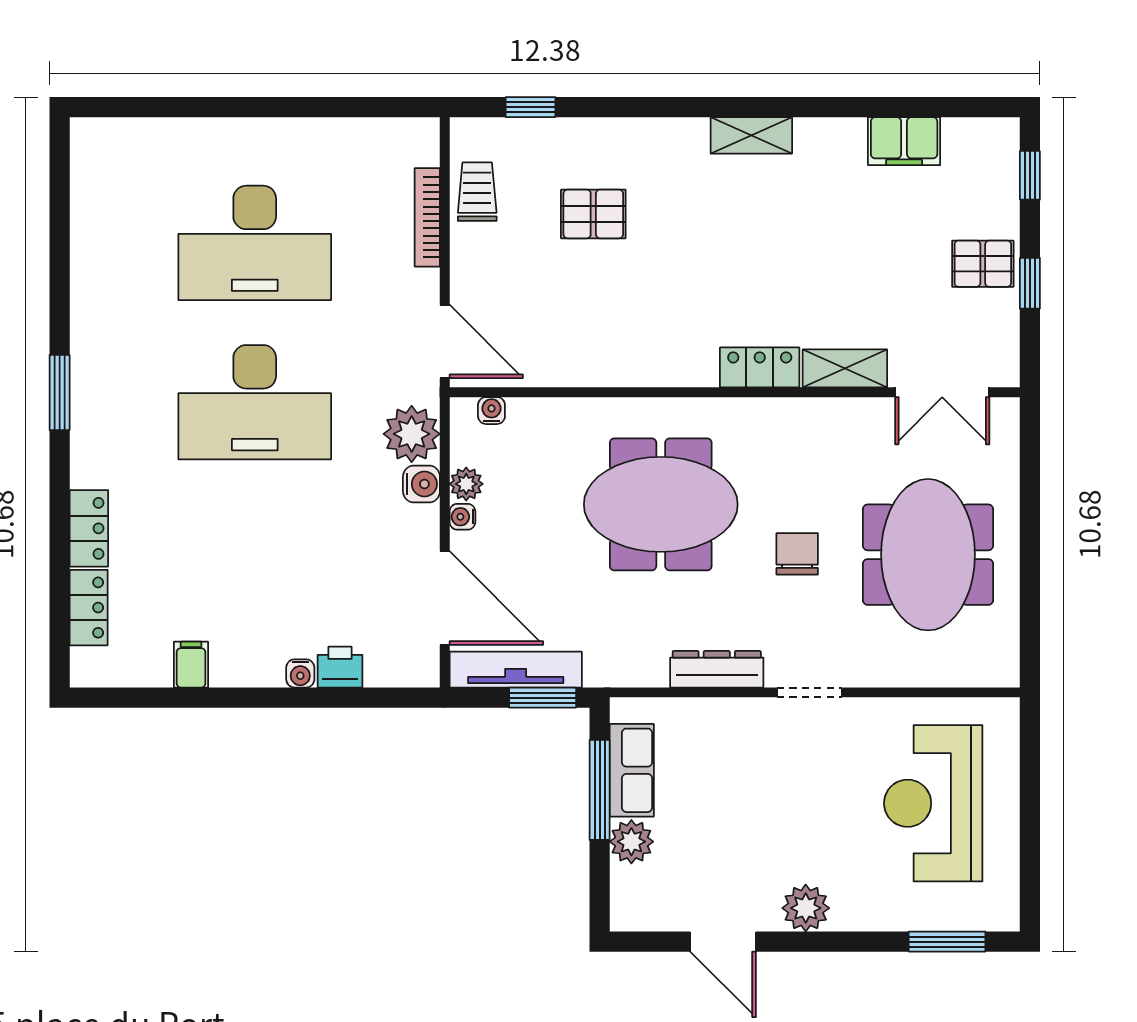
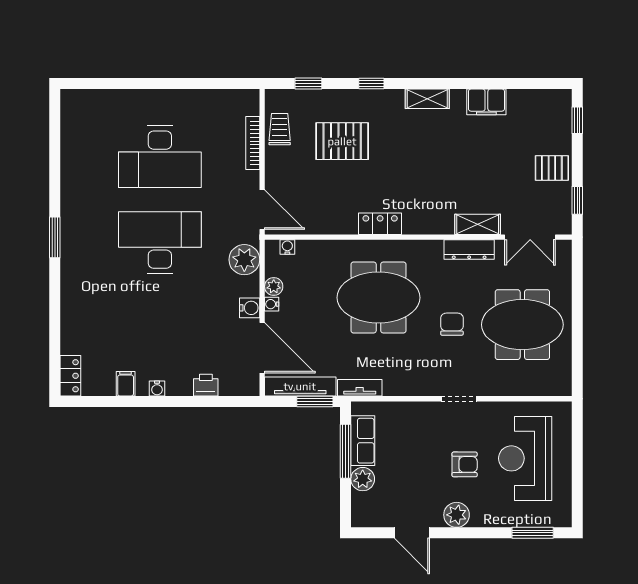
window: (647, 107) -> (371, 84), added
filing cabinet: (904, 141) -> (486, 102), moved
pallet: (593, 214) -> (342, 141), width x1.50, depth x1.42
window: (1030, 283) -> (577, 200), moved
locker: (760, 367) -> (380, 224), moved
desk: (255, 402) -> (160, 243), turned 180
water cooler: (421, 484) -> (250, 308), moved
locker: (89, 528) -> (71, 310), removed
meeting table: (928, 555) -> (522, 325), turned 90
locker: (89, 608) -> (70, 376), moved
dresser: (717, 669) -> (469, 250), moved, turned 180
tv unit: (626, 672) -> (360, 388), added
water cooler: (300, 673) -> (157, 389), moved
armchair: (821, 814) -> (465, 464), added

